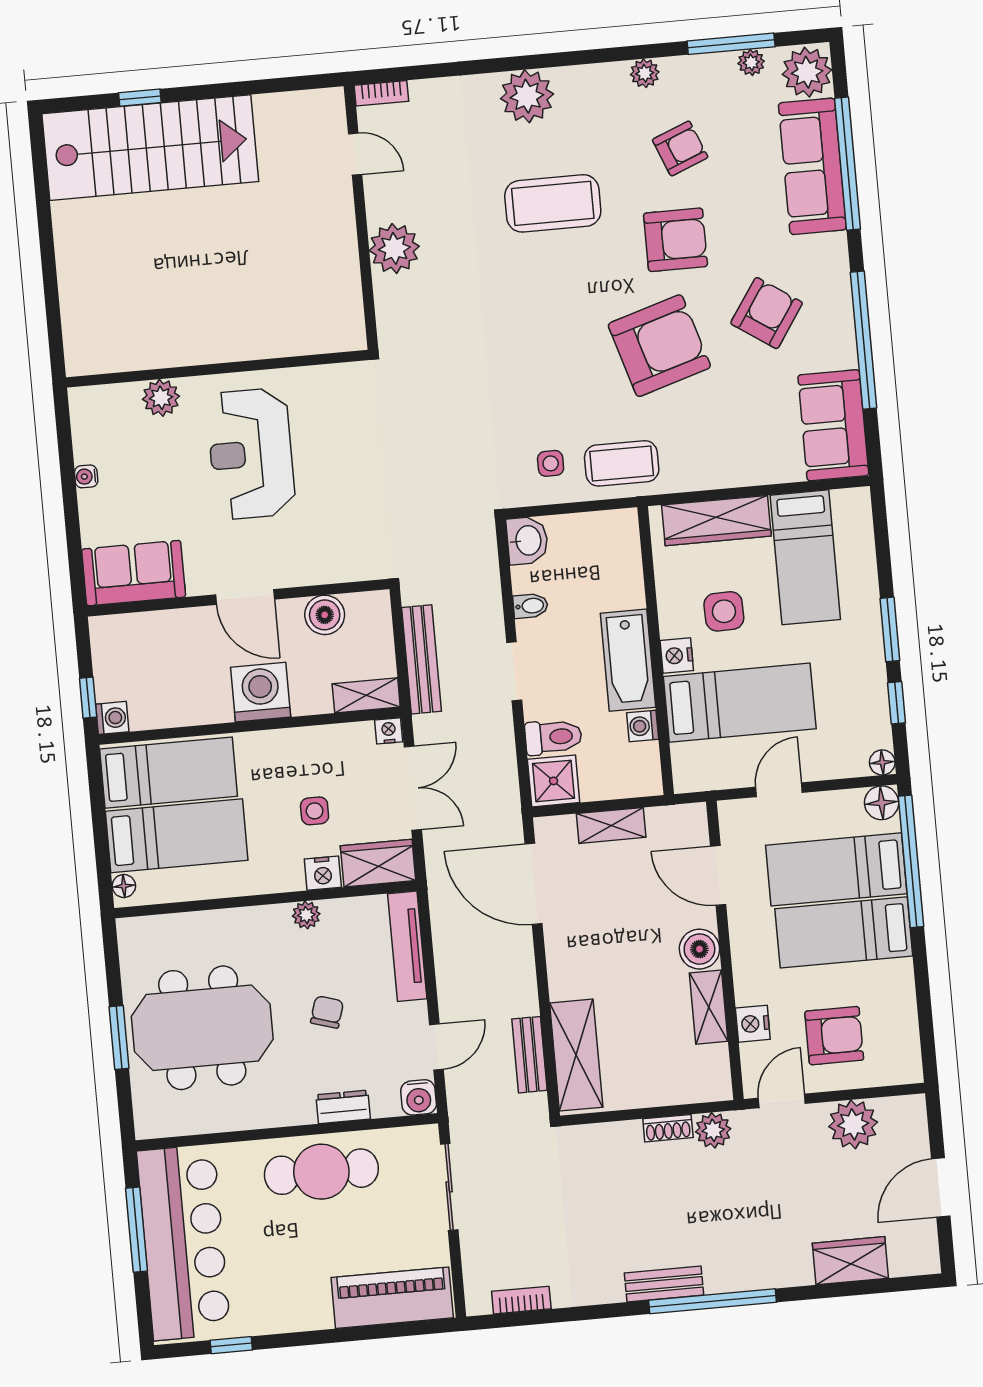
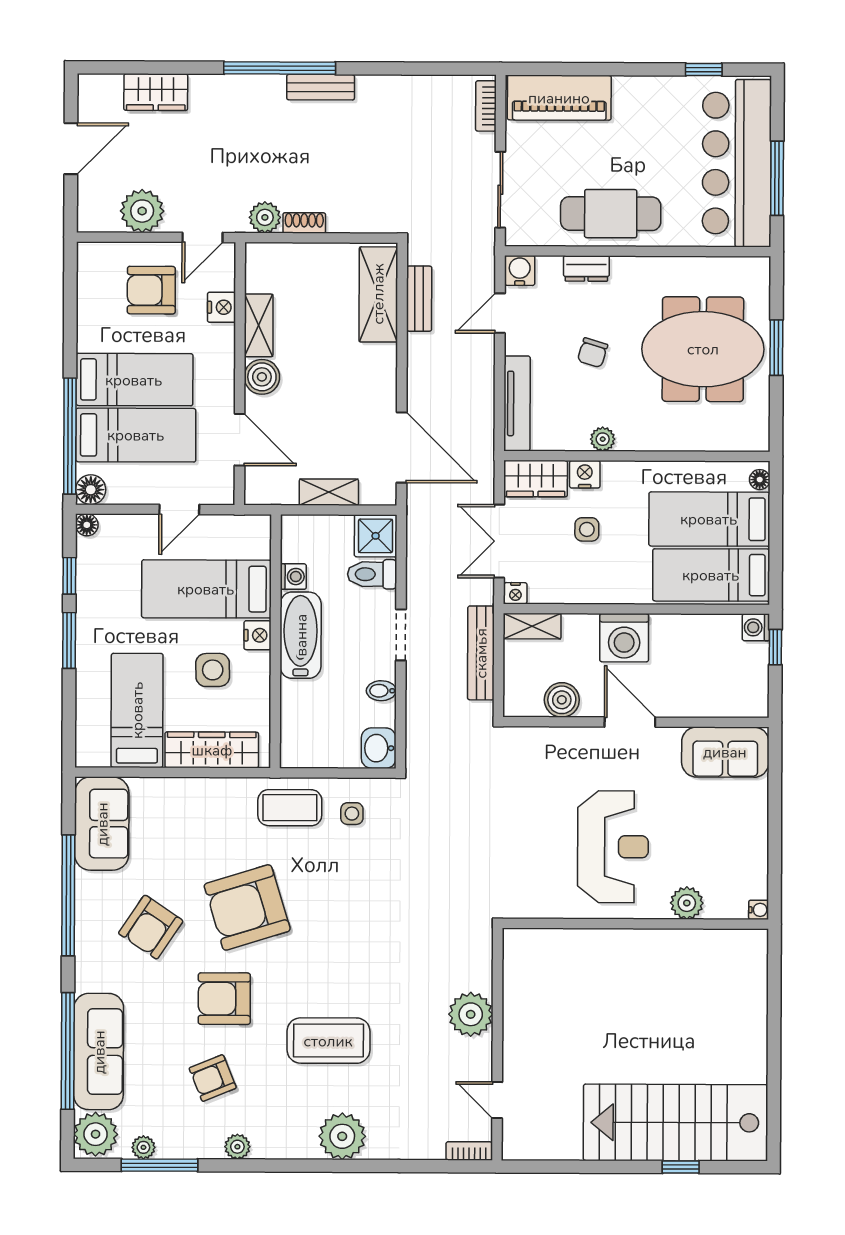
water cooler: (86, 476) -> (759, 910), moved
bookcase: (521, 1300) -> (486, 106), moved, turned 90

